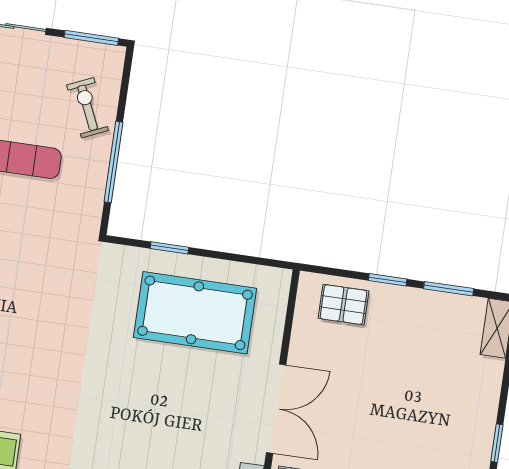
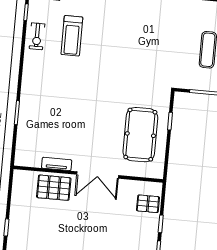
pallet: (343, 305) -> (148, 204), turned 90

